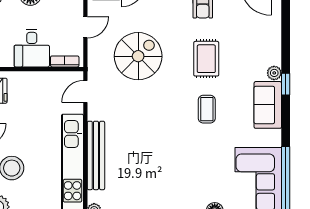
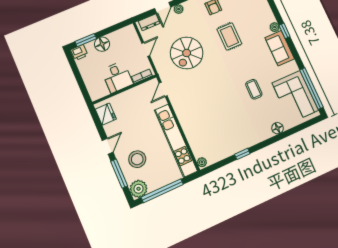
spiral stairs: (138, 56) -> (187, 53), turned 180
coffee table: (207, 109) -> (254, 89), moved
bench: (96, 155) -> (188, 127), removed

